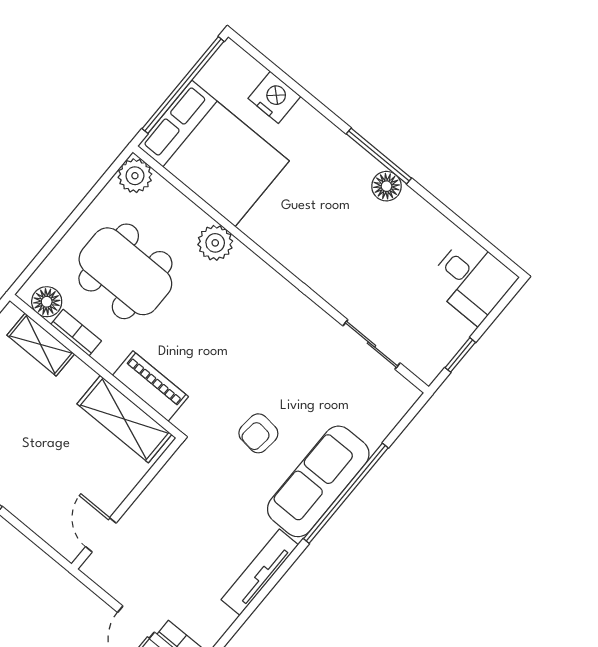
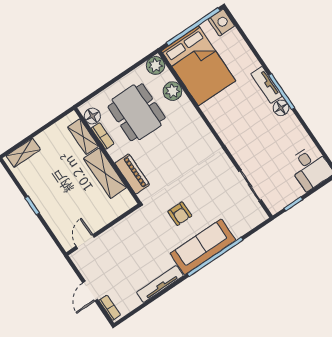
nightstand: (274, 97) -> (221, 23), moved
tv unit: (348, 152) -> (266, 85), added
plant: (215, 243) -> (173, 91), moved
shelving: (124, 419) -> (105, 173), moved
armchair: (258, 433) -> (180, 214), turned -96

